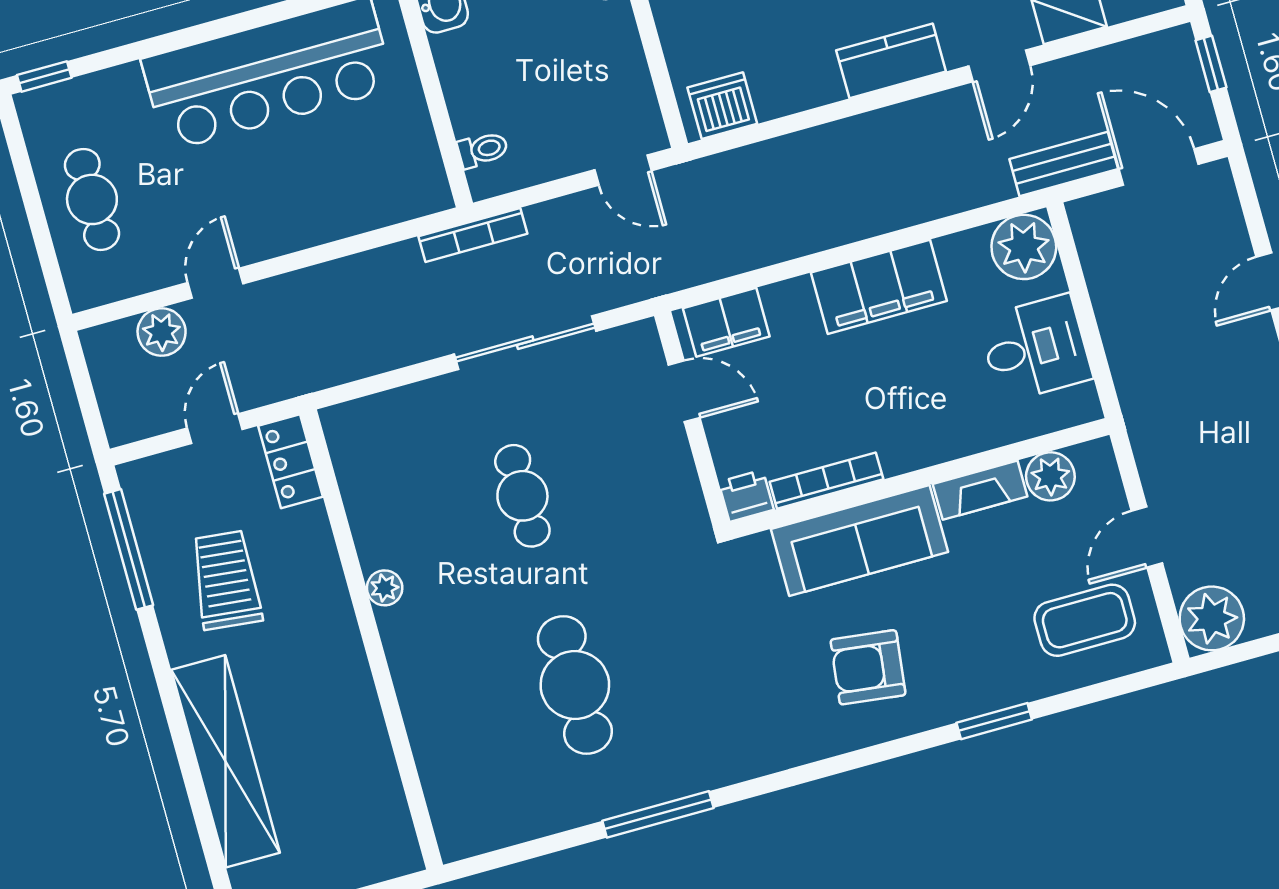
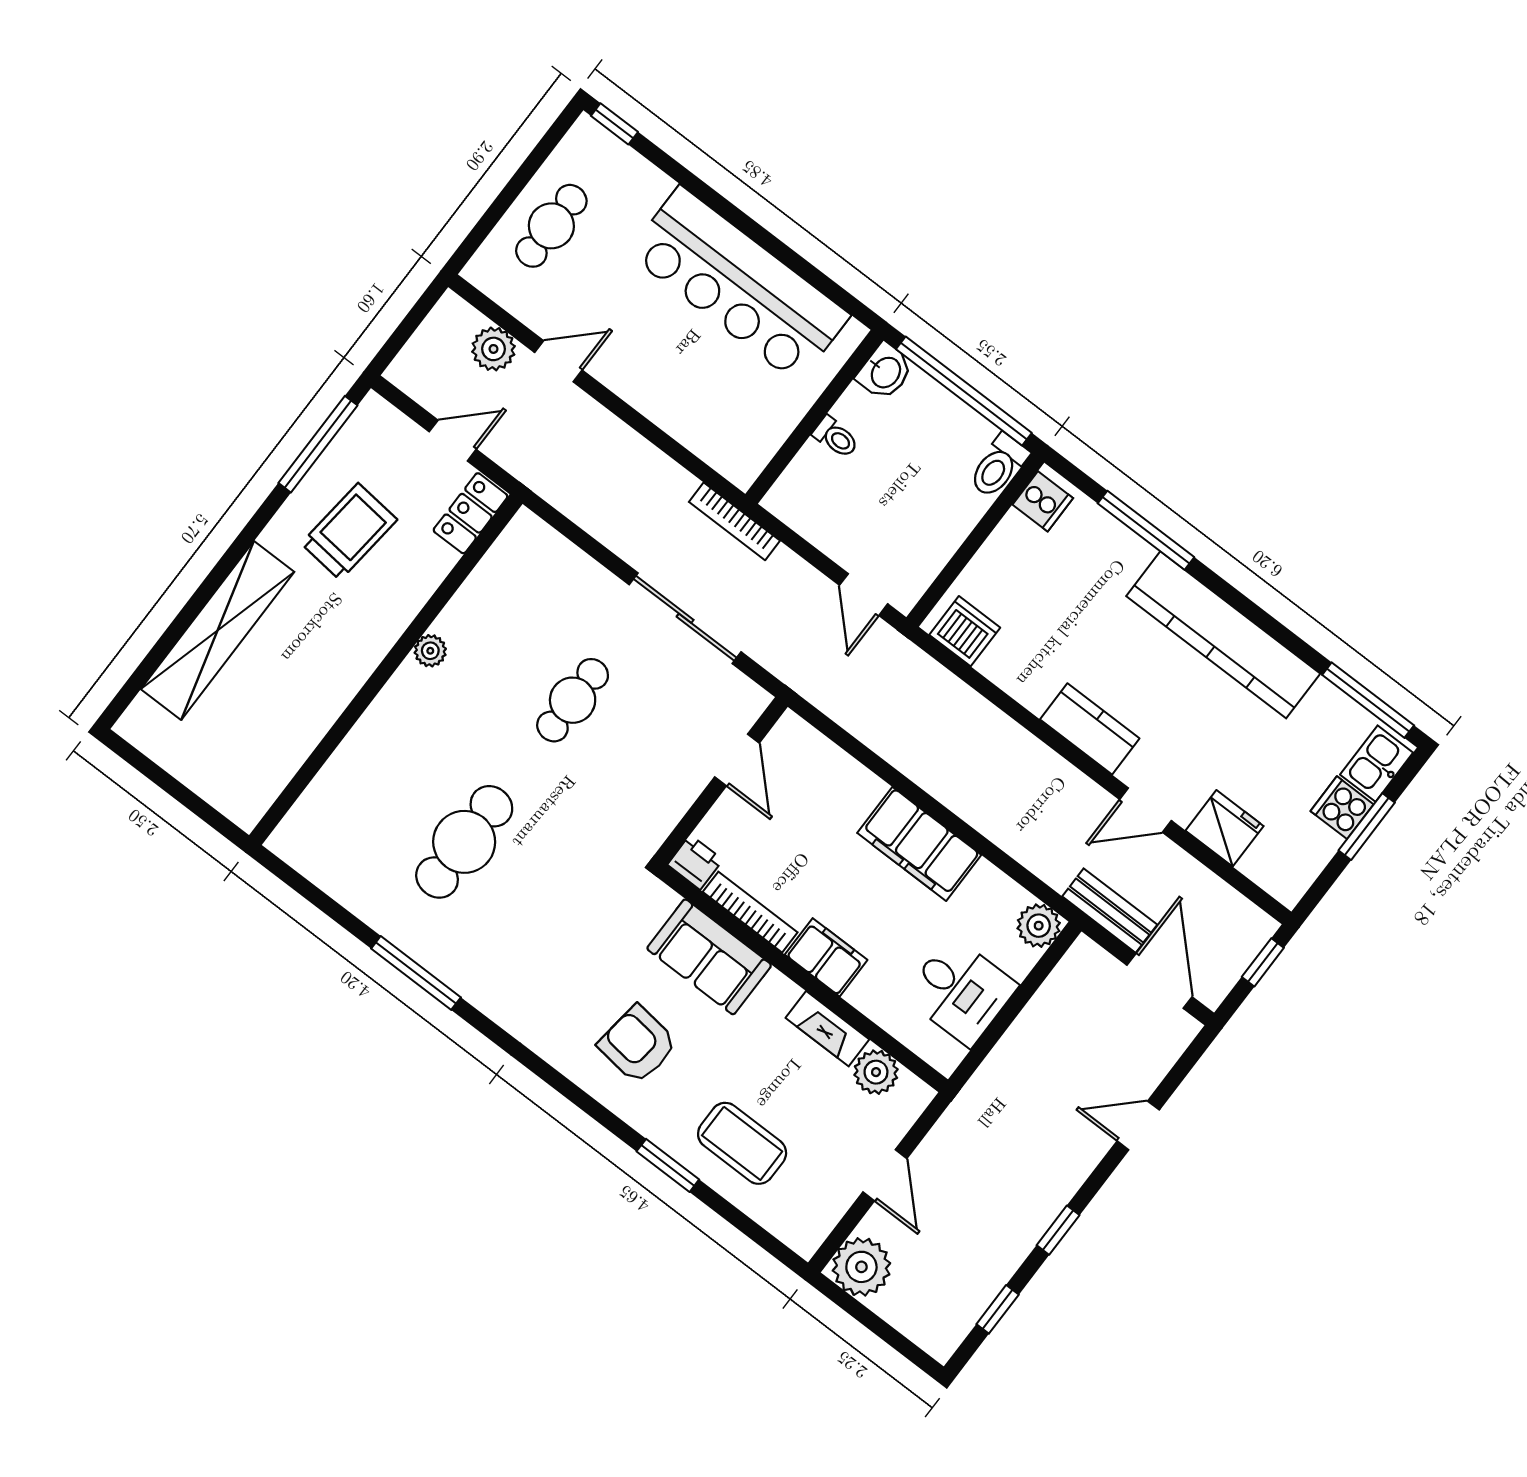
toilet: (483, 150) -> (836, 437), moved
plant: (1024, 247) -> (1039, 926), width x0.73, depth x0.73
filing cabinet: (726, 322) -> (826, 957), moved, turned 180
door: (1147, 537) -> (885, 1175), swing flipped
sofa: (859, 541) -> (709, 957), width x0.73
coffee table: (1085, 620) -> (742, 1143), moved

